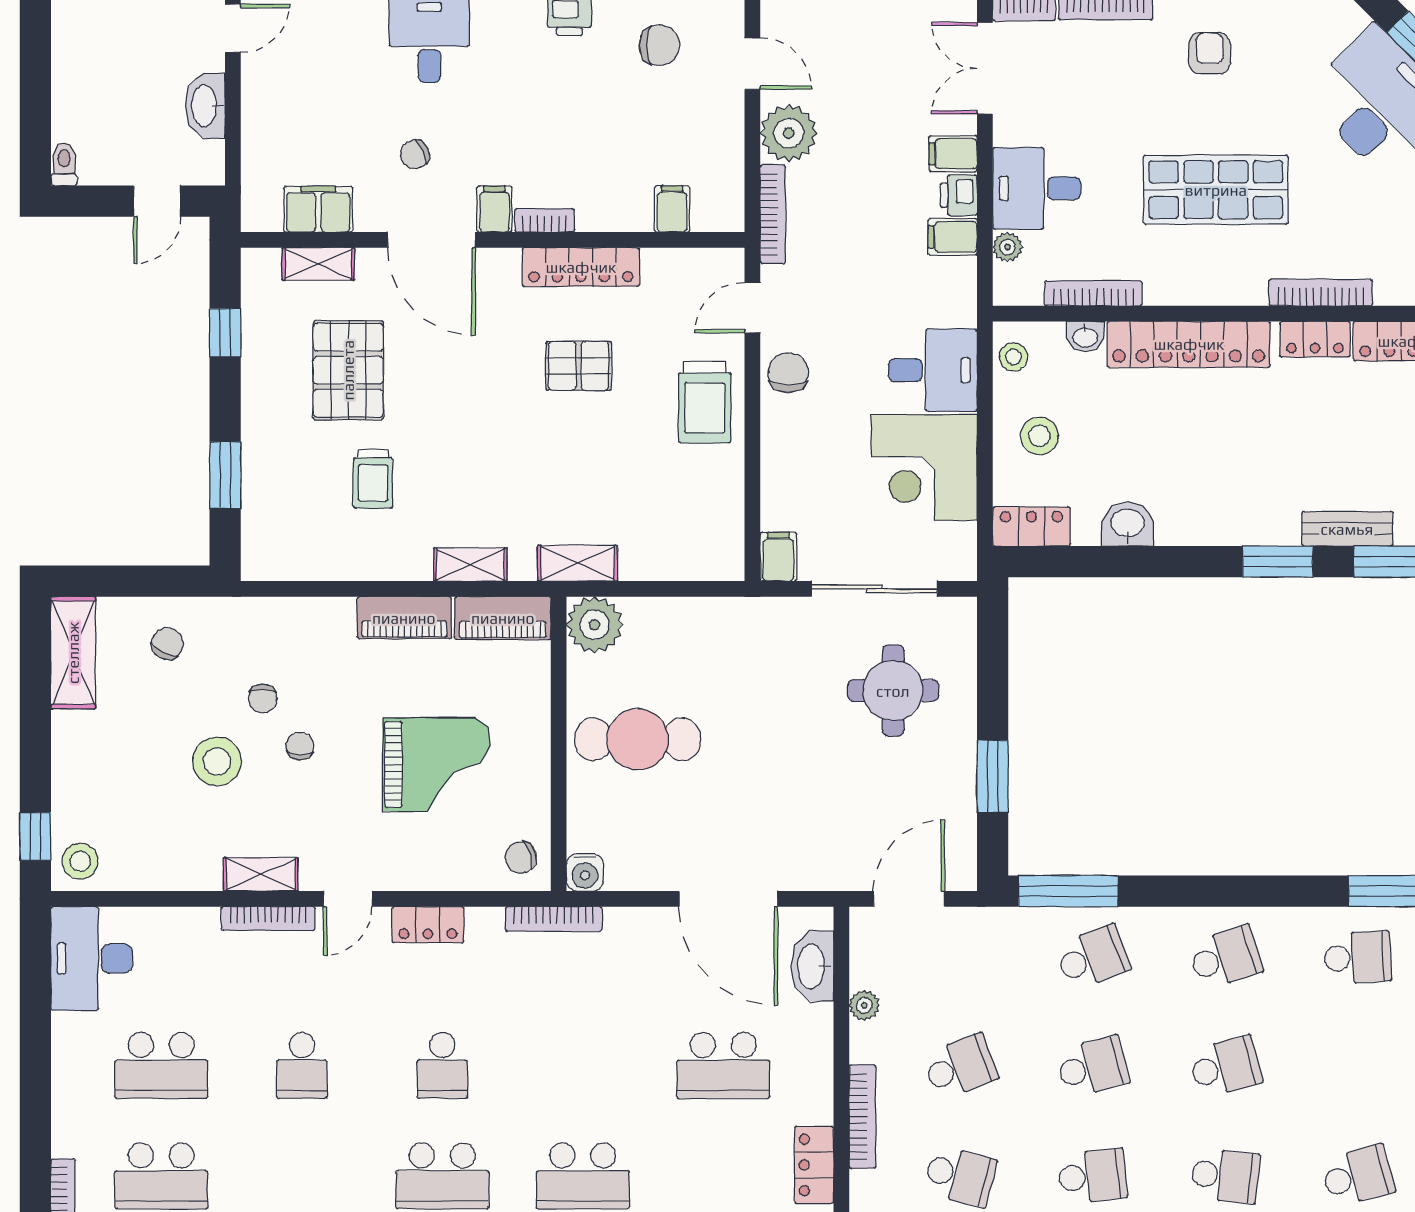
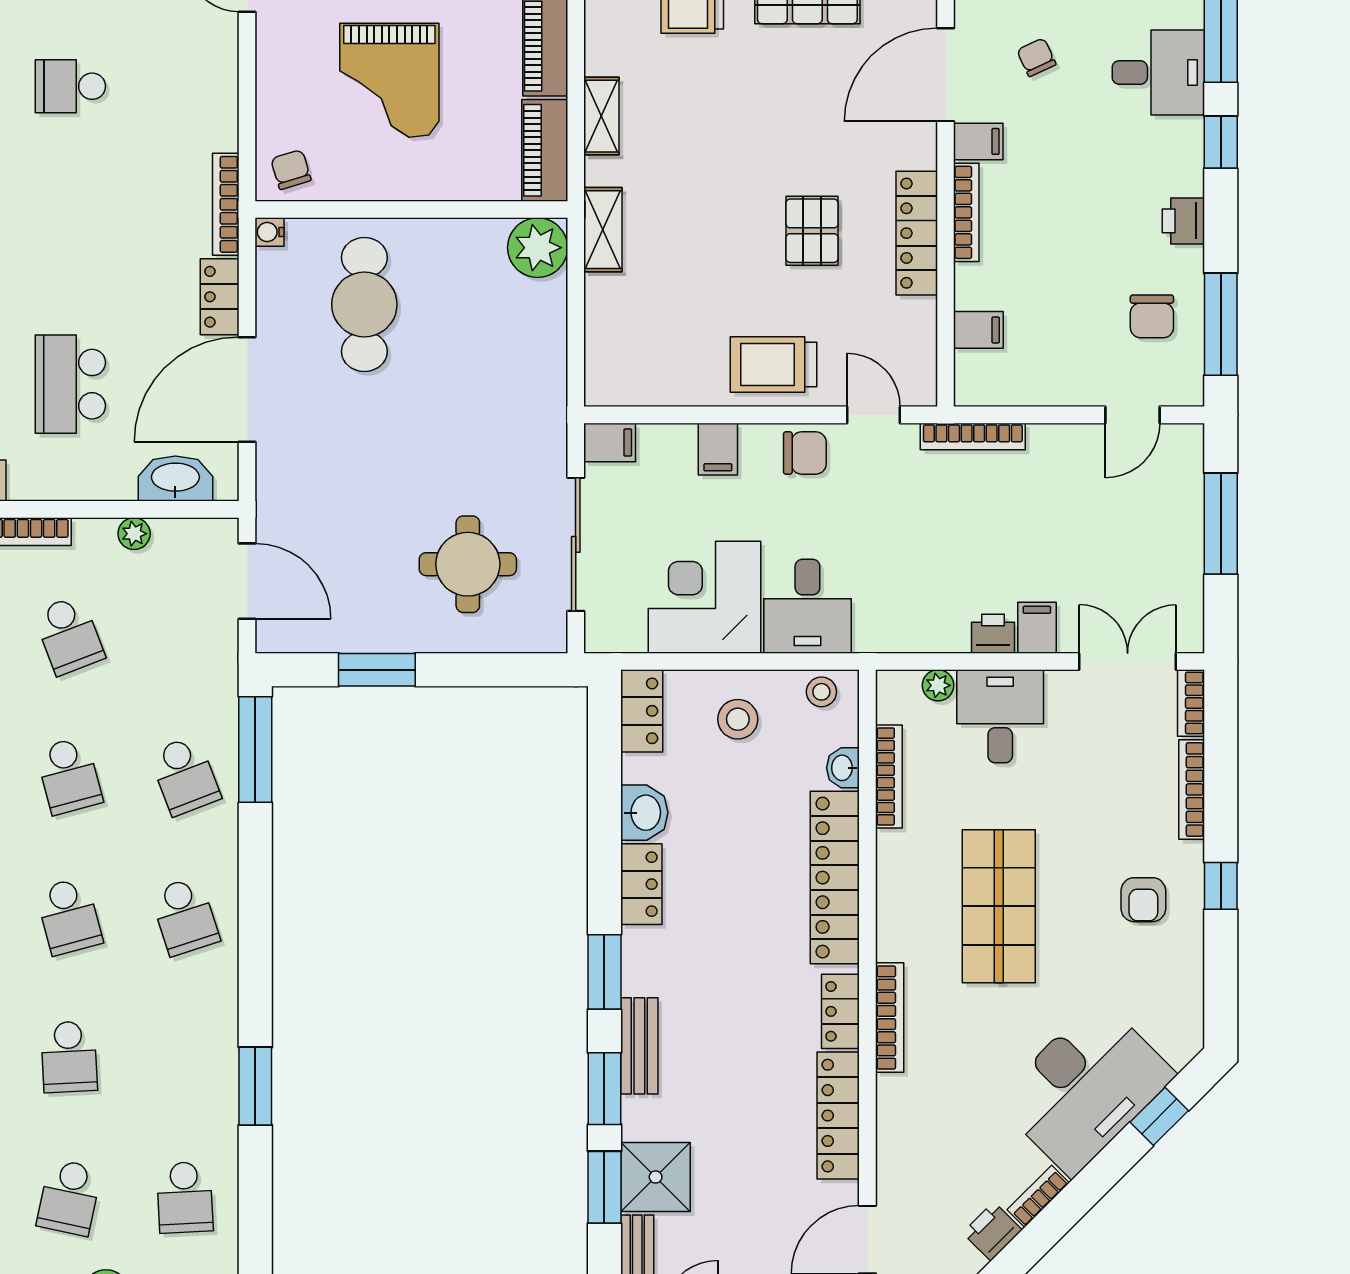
armchair: (1210, 53) -> (1143, 900), turned 90
plant: (789, 133) -> (1059, 453), removed
bookcase: (545, 220) -> (966, 212), width x1.56
filing cabinet: (953, 237) -> (718, 449), moved, turned 180
locker: (1195, 527) -> (641, 884), added
cafe table: (638, 739) -> (364, 304), moved
water cooler: (585, 872) -> (270, 232), width x0.72, depth x0.72
locker: (428, 925) -> (220, 297), moved
school desk: (1358, 957) -> (69, 1057), moved

